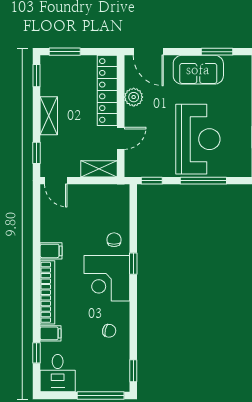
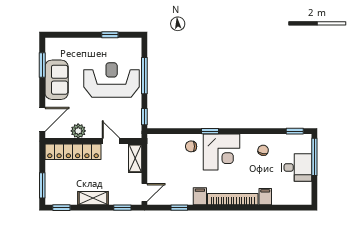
window: (37, 353) -> (179, 208), moved
desk: (58, 373) -> (297, 167), moved

